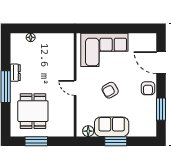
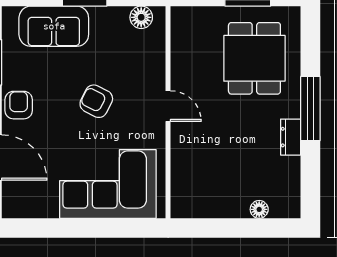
armchair: (110, 90) -> (96, 101), turned -124
sofa: (112, 127) -> (54, 26), moved

